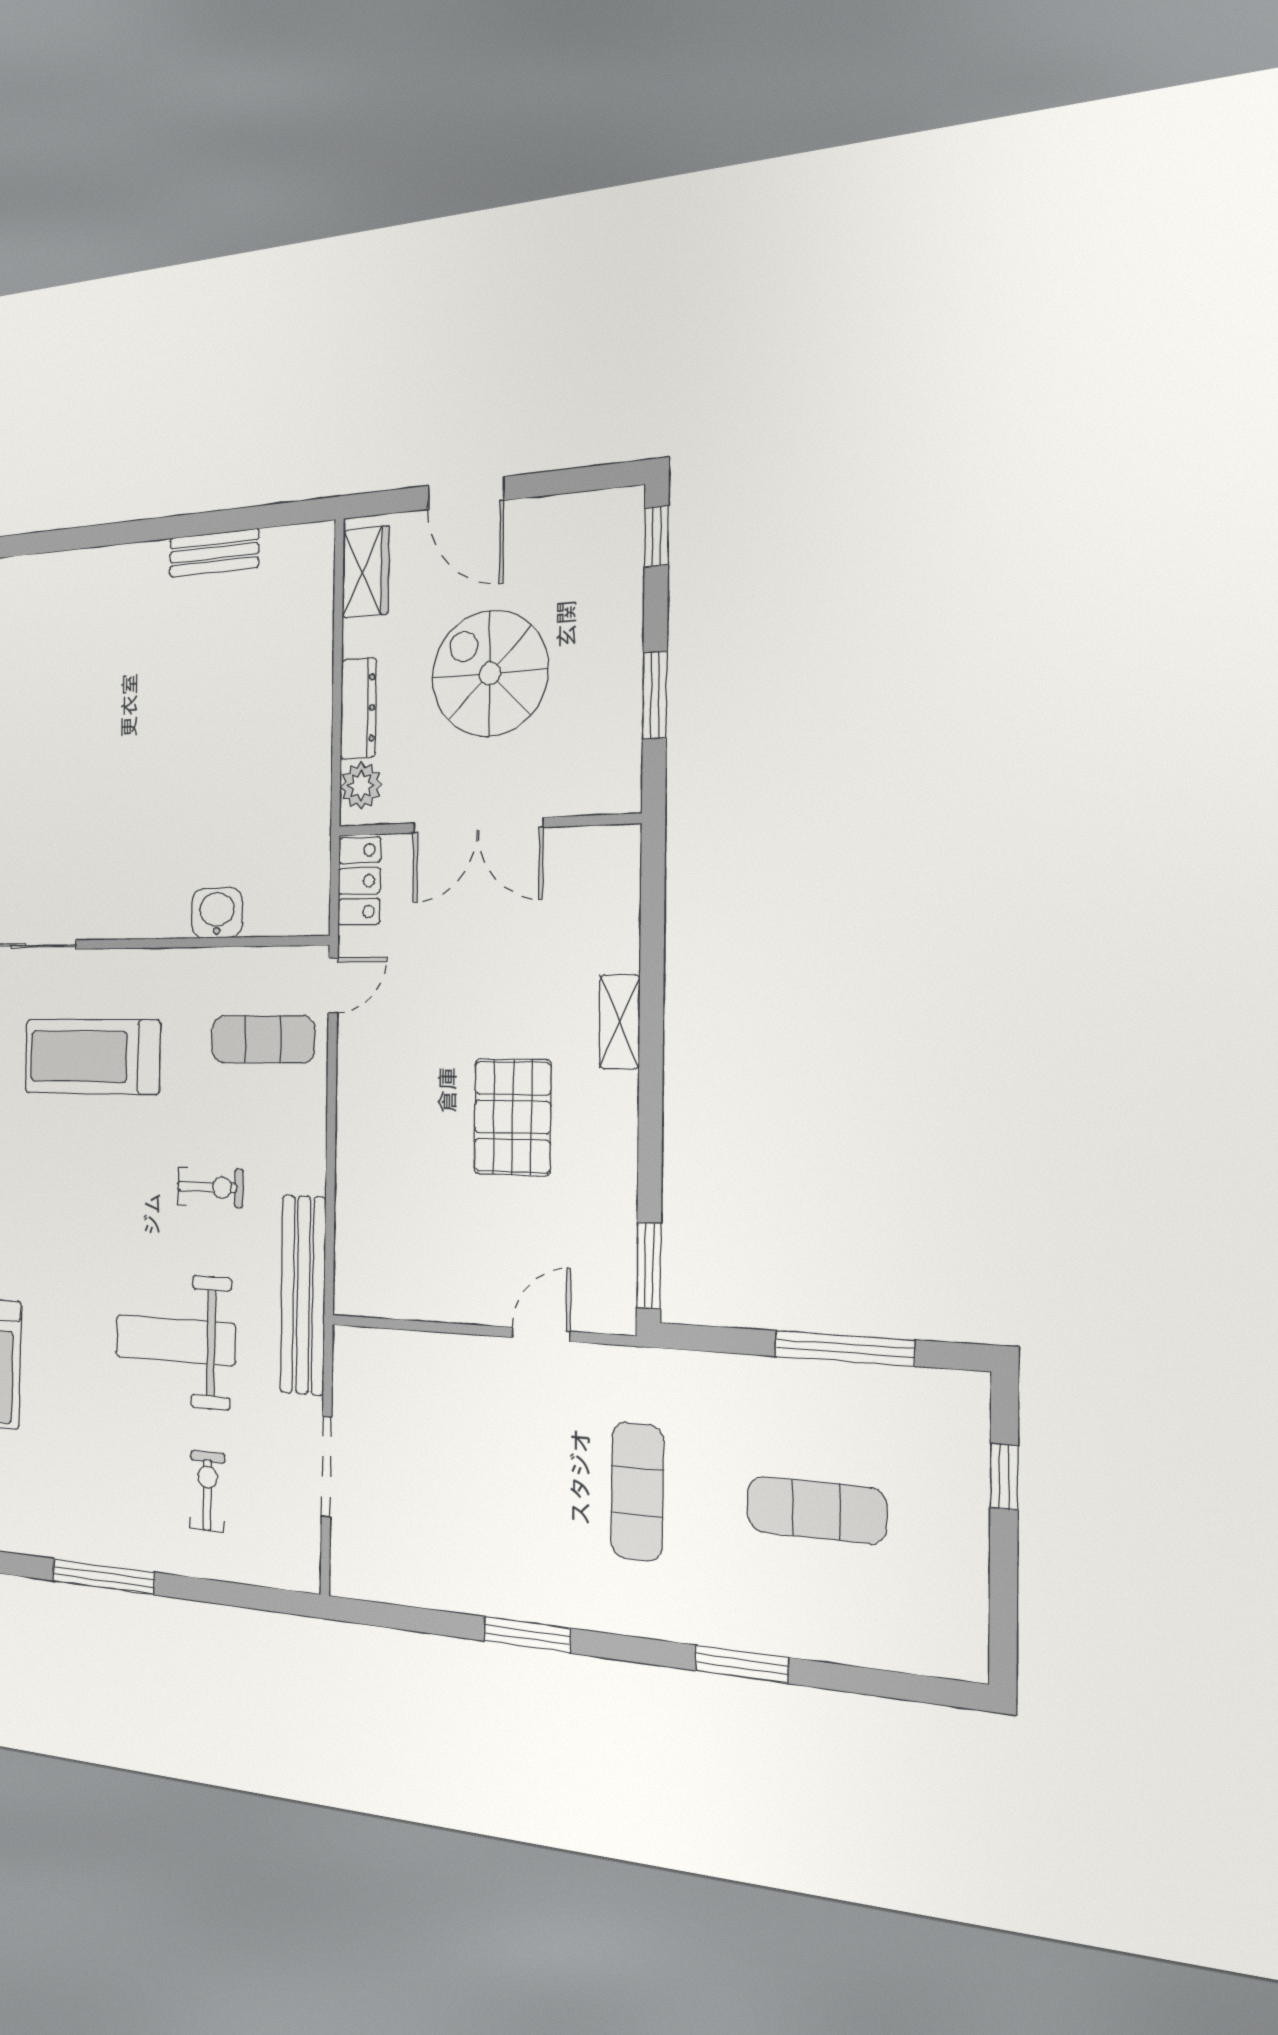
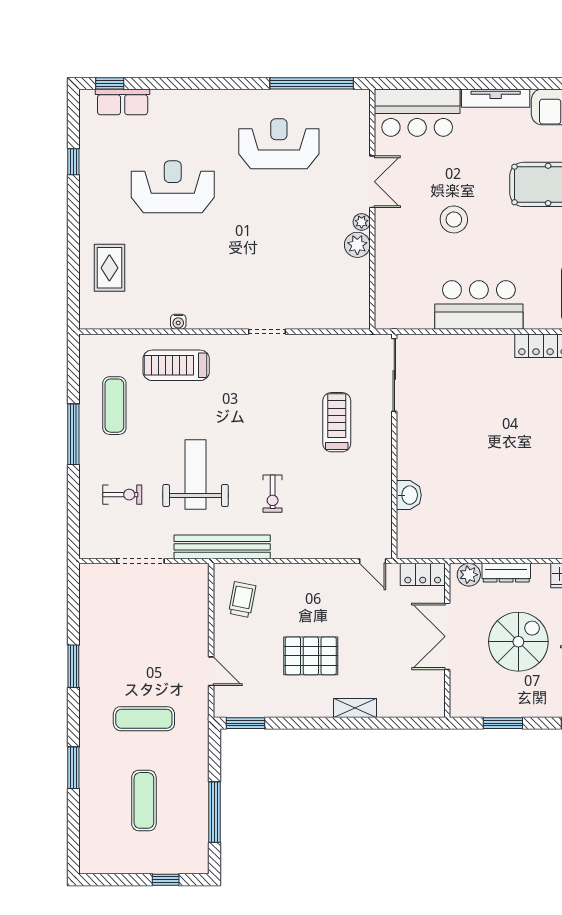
exercise mat: (263, 1039) -> (114, 406), moved
treadmill: (92, 1057) -> (337, 422), width x0.73, depth x0.73
trolley: (401, 1259) -> (242, 600), added

